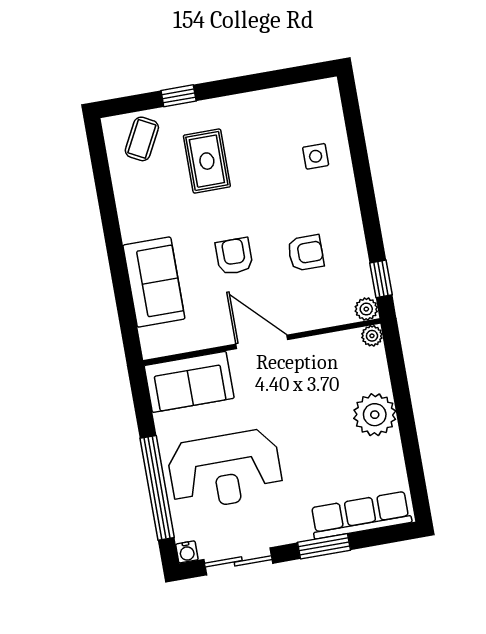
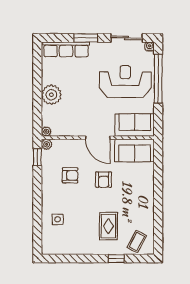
armchair: (306, 253) -> (70, 175), turned 180
sofa: (154, 282) -> (135, 150), moved, turned -90

